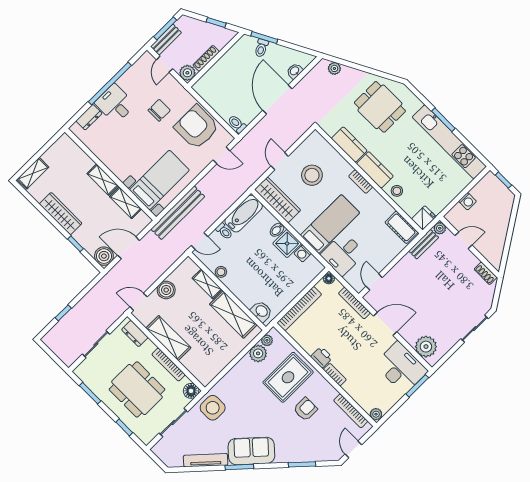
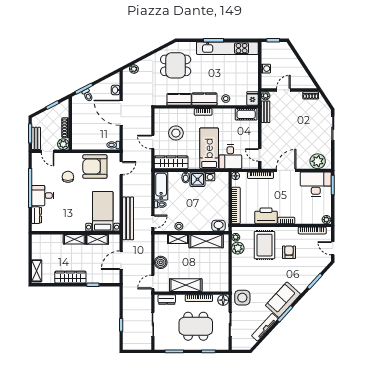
boiler: (104, 256) -> (113, 277), removed
printer: (322, 357) -> (266, 216), width x1.87, depth x1.48

